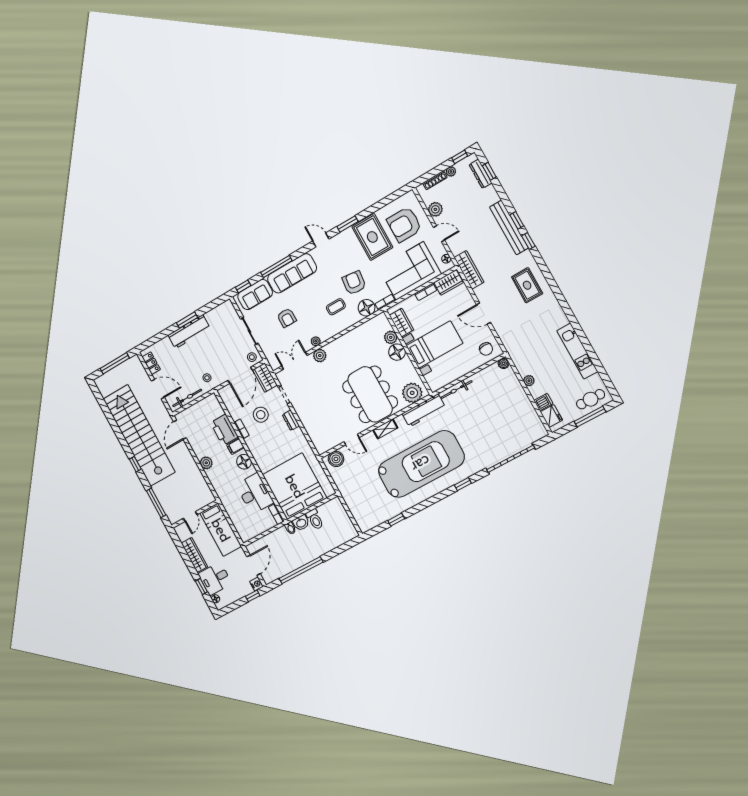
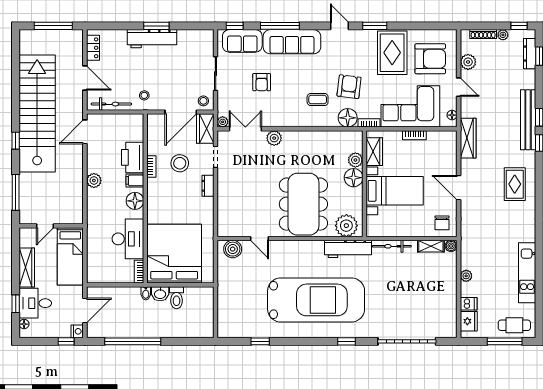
armchair: (404, 224) -> (430, 59), turned 180
wardrobe: (448, 282) -> (442, 139), removed
plant: (316, 341) -> (223, 122), moved
shelving: (385, 429) -> (431, 246), moved

